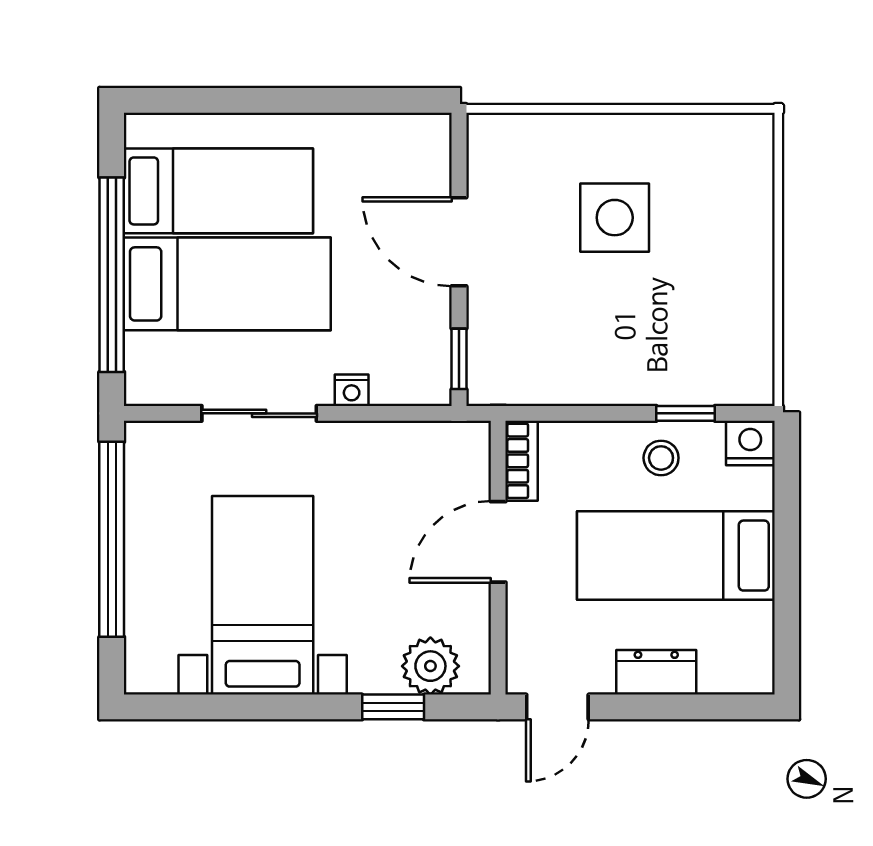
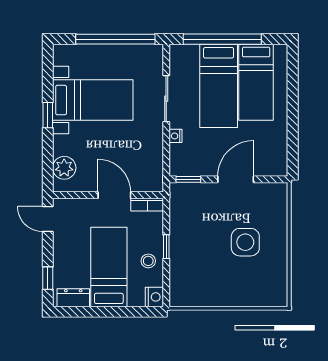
window: (686, 413) -> (166, 247), moved
dresser: (656, 672) -> (73, 298), moved, turned -90
window: (393, 707) -> (48, 115), moved
window: (704, 707) -> (48, 278), added

